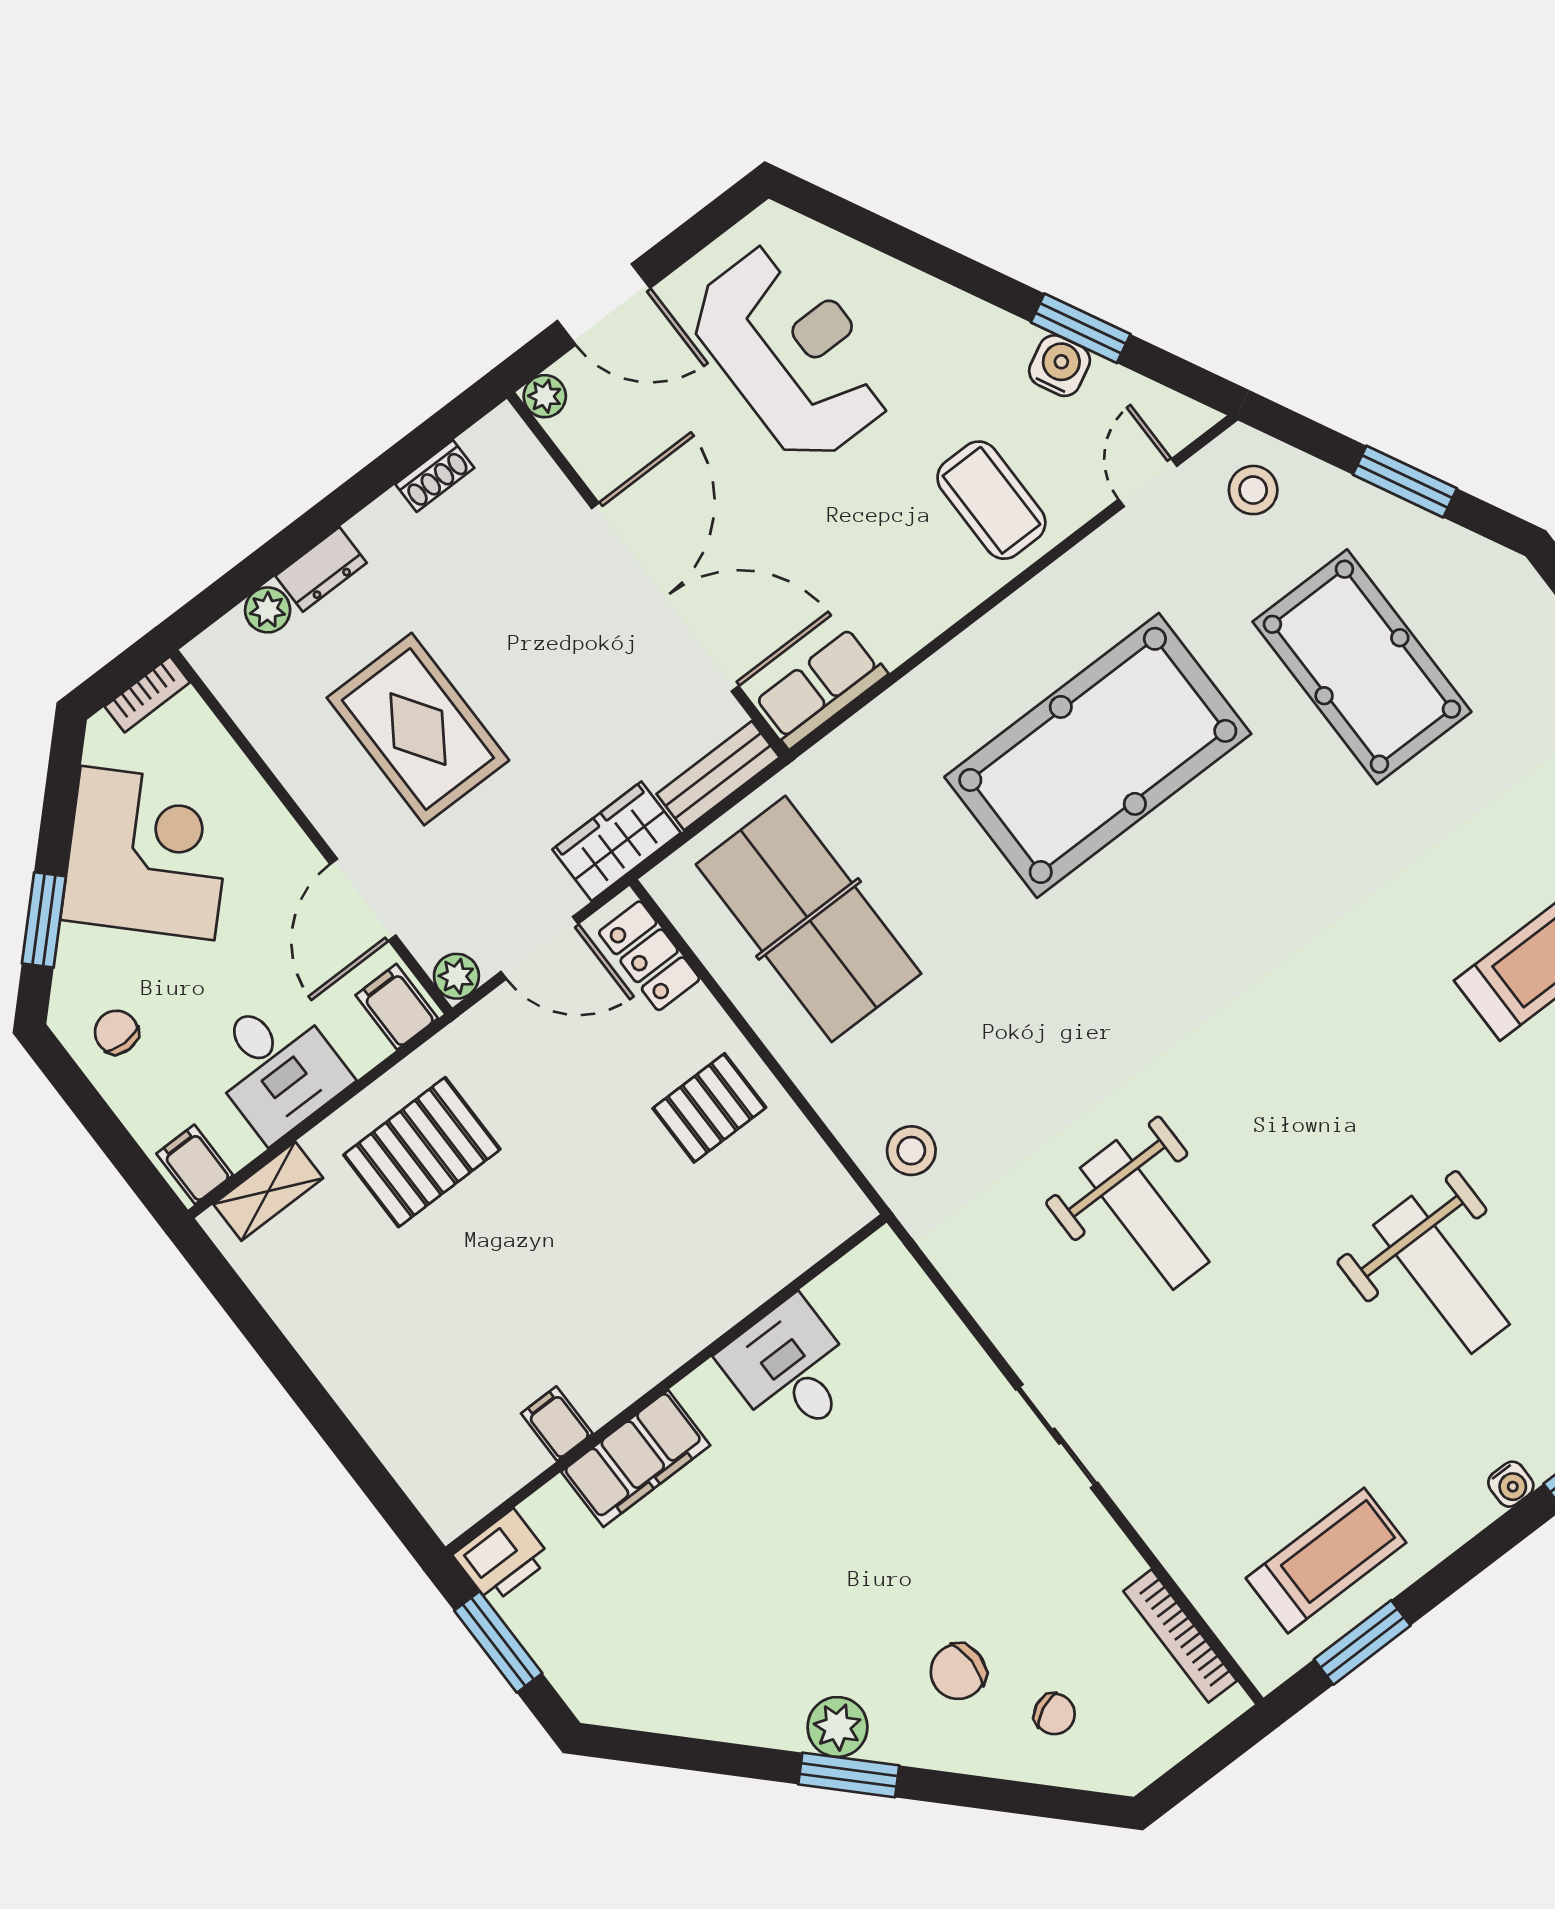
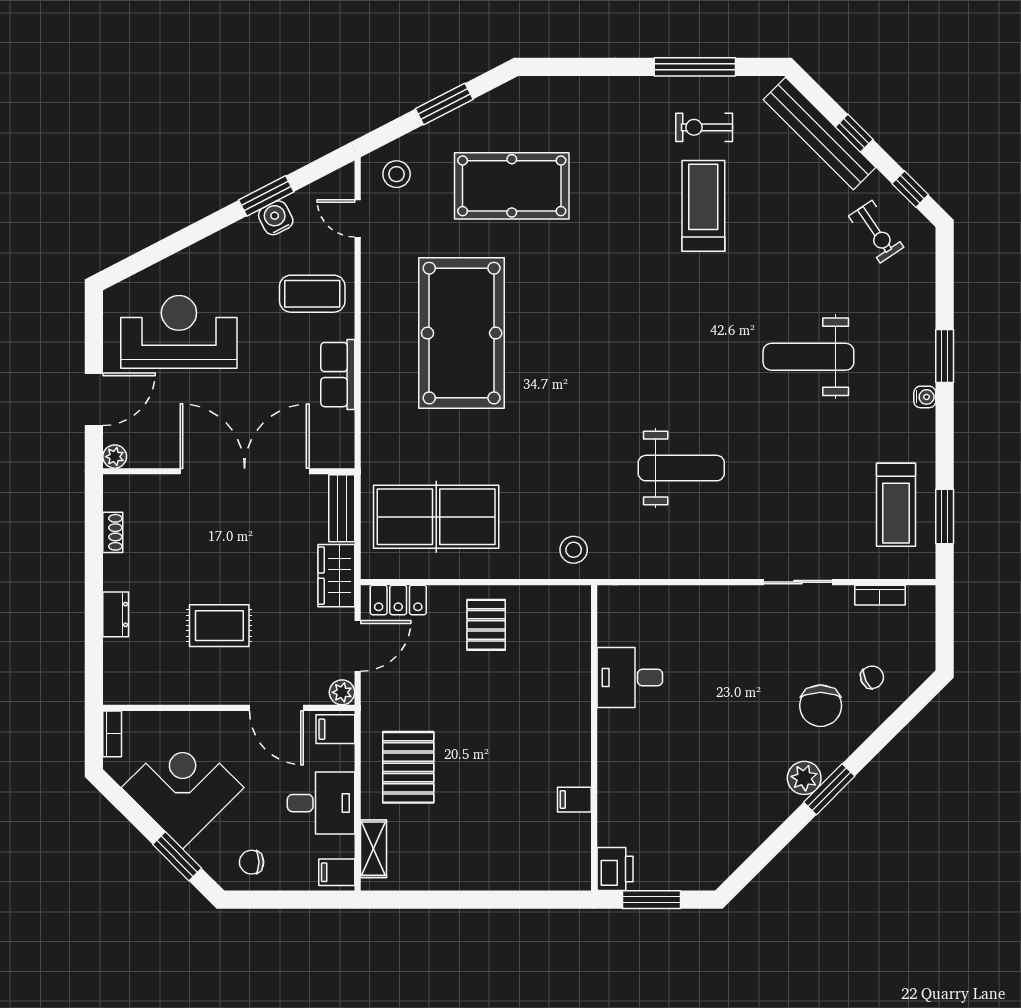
plant: (268, 610) -> (115, 652), removed
row of seats: (821, 688) -> (338, 375), moved
rug: (418, 729) -> (219, 626), width x0.73, depth x0.70
weight bench: (1441, 1275) -> (808, 357), turned 180
sliding door: (1057, 1436) -> (798, 582), moved
filing cabinet: (636, 1458) -> (617, 776), removed
treadmill: (1326, 1560) -> (896, 505), turned 180
bookcase: (1180, 1636) -> (880, 595), width x0.64
chair: (958, 1672) -> (821, 706), width x1.37, depth x1.37

